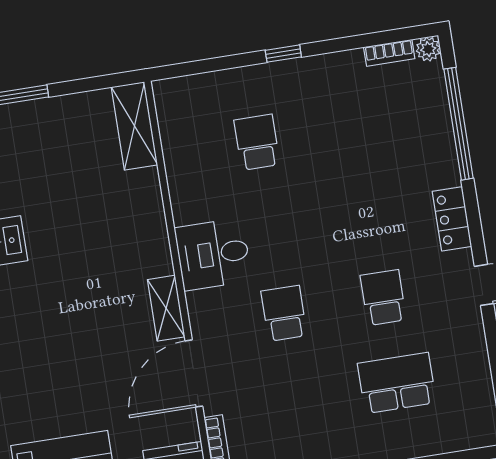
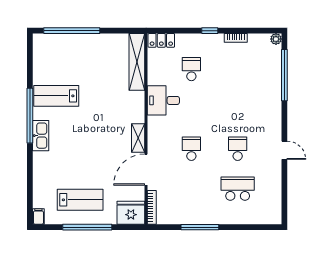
bookcase: (389, 53) -> (236, 38), moved
shelving: (134, 126) -> (137, 62), width x1.47
locker: (452, 219) -> (161, 40), moved, turned -90
desk: (213, 254) -> (163, 100), moved

